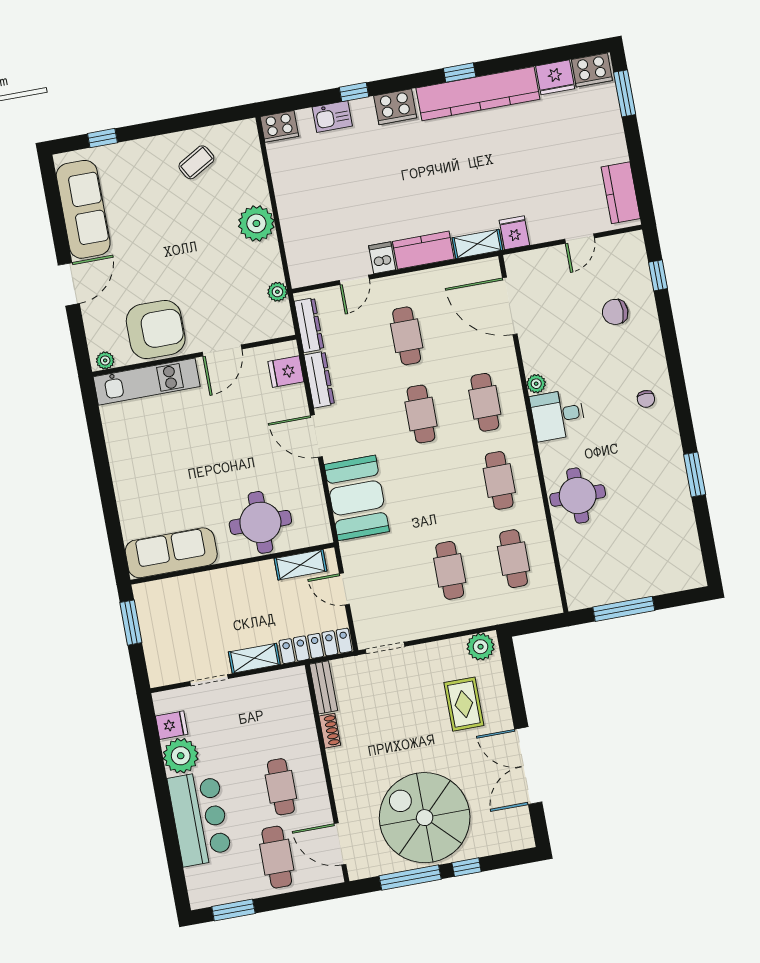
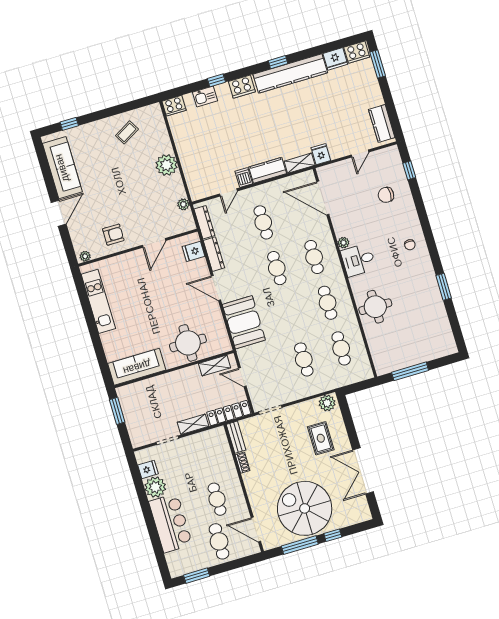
armchair: (156, 330) -> (113, 235), width x0.53, depth x0.53
kitchen unit: (147, 382) -> (98, 301), moved, turned -90

